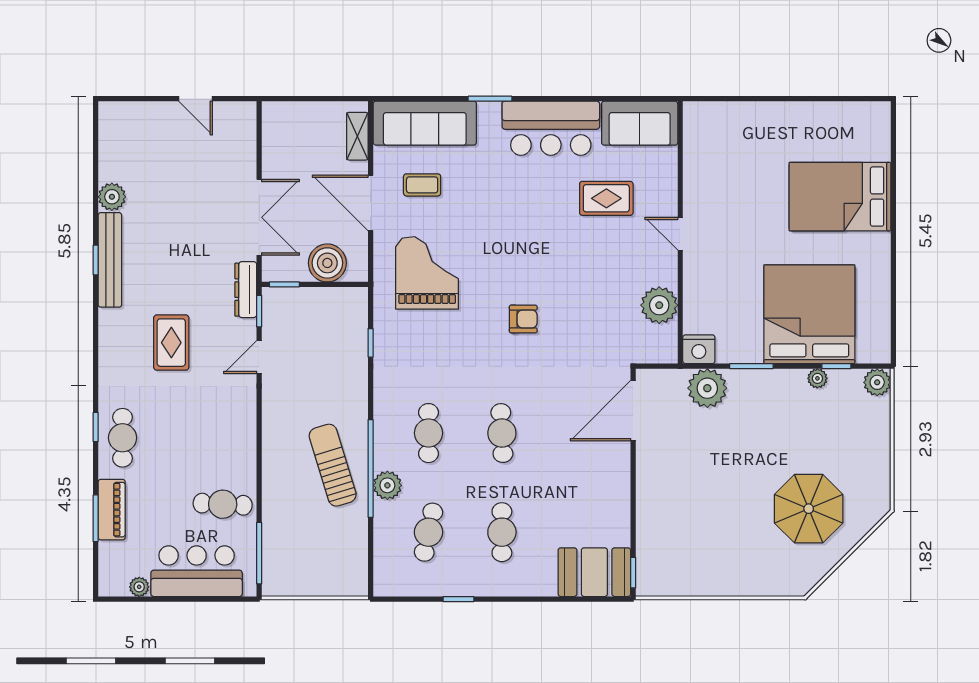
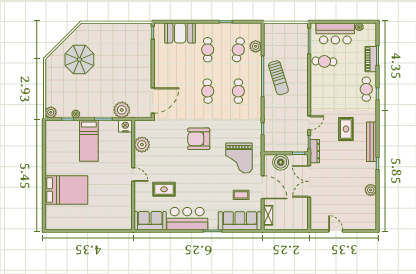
bench: (110, 260) -> (372, 142), moved
bed: (809, 314) -> (89, 141), width x0.49
armchair: (523, 319) -> (199, 139), width x1.88, depth x1.88
plant: (387, 485) -> (256, 46), moved
booth: (594, 572) -> (180, 33), moved

